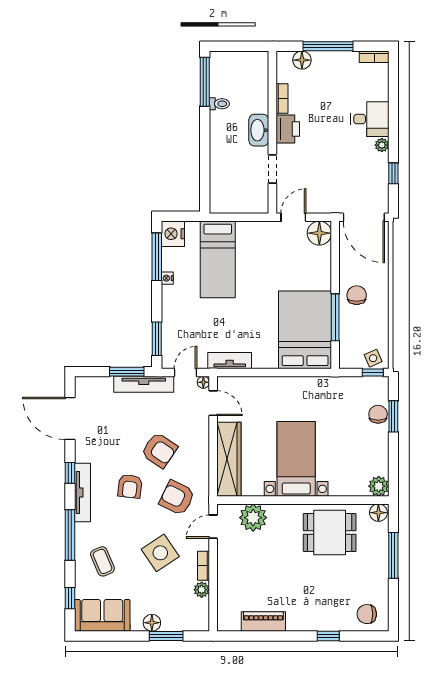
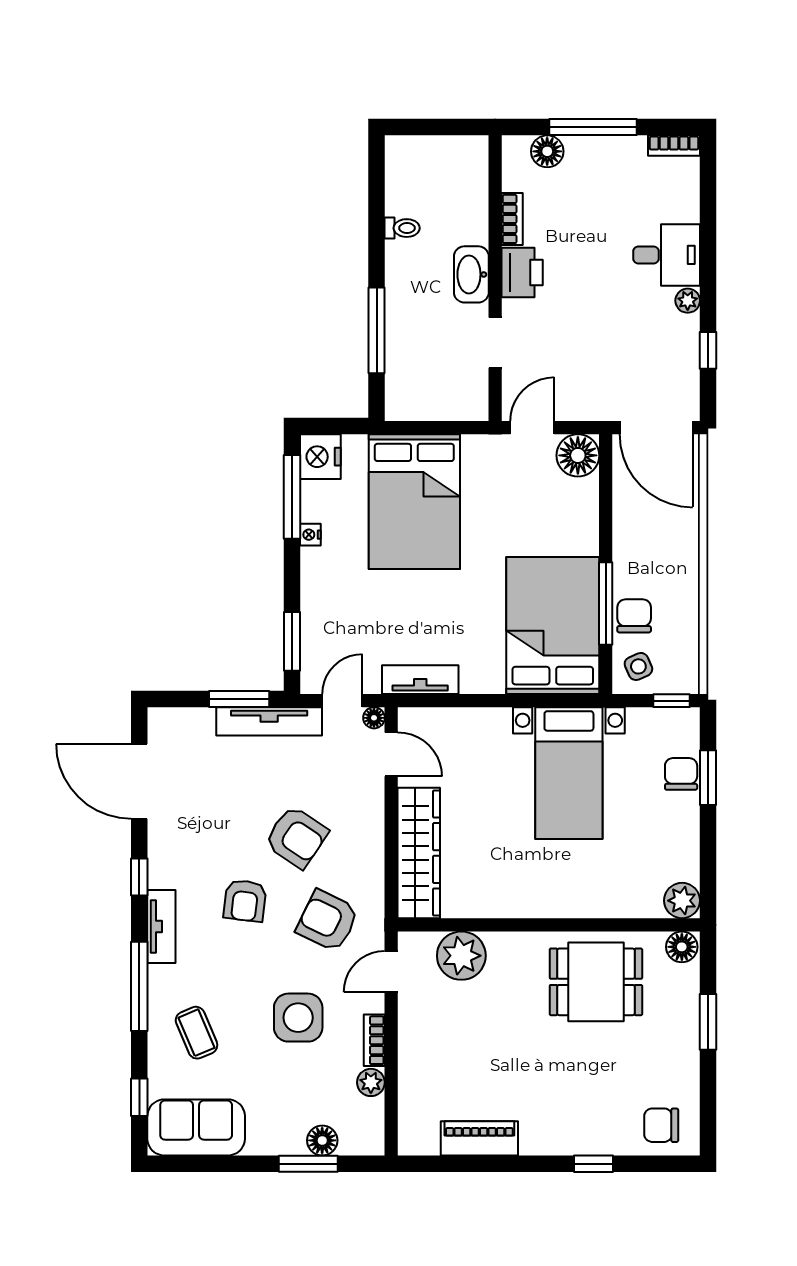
window: (205, 82) -> (377, 330), moved
bed: (218, 259) -> (414, 502), width x1.50
chair: (357, 295) -> (634, 616), moved
side table: (373, 358) -> (638, 666), moved
bed with nightstands: (296, 459) -> (569, 773), moved, turned 180
tv unit: (83, 492) -> (161, 926), width x0.71
side table: (160, 553) -> (298, 1018), turned 34
window: (393, 555) -> (708, 1022), width x0.69
floor lamp: (152, 623) -> (322, 1140), moved

